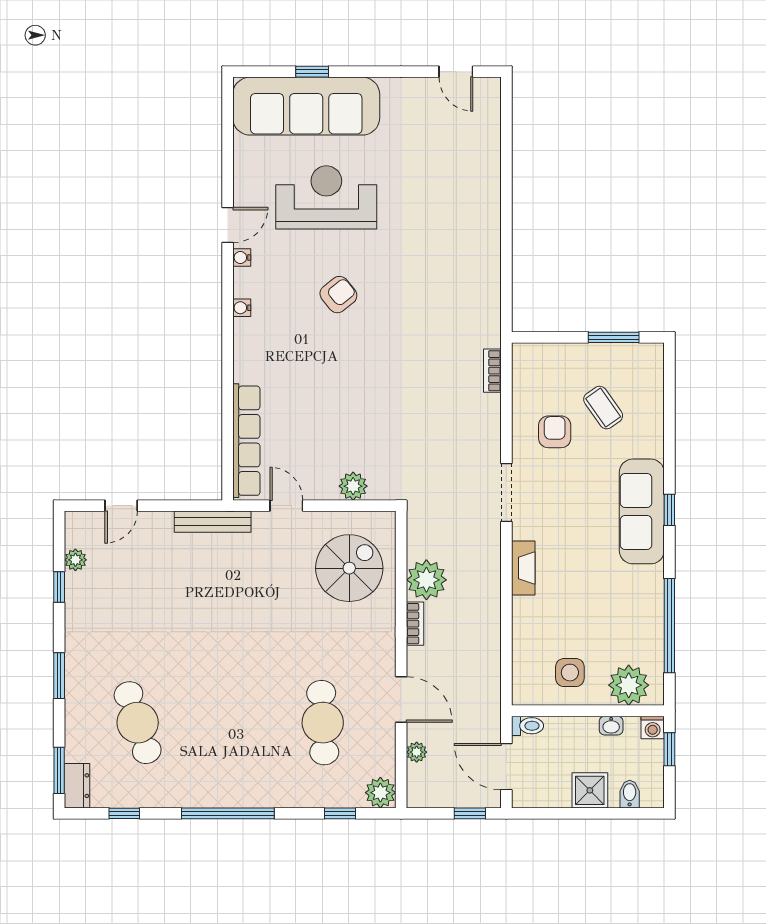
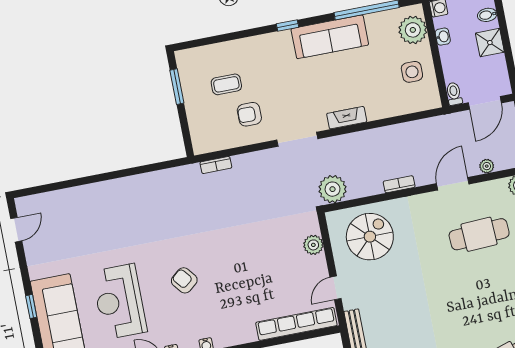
window: (312, 72) -> (31, 306), moved
coffee table: (603, 408) -> (226, 84), turned 35
sofa: (642, 511) -> (330, 37), moved
spiral stairs: (349, 568) -> (370, 237), turned 90
plant: (426, 580) -> (333, 189), moved

